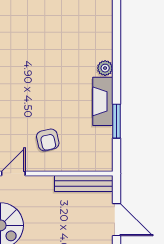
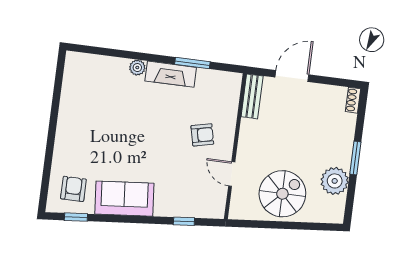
bench: (84, 183) -> (252, 96), width x0.73

